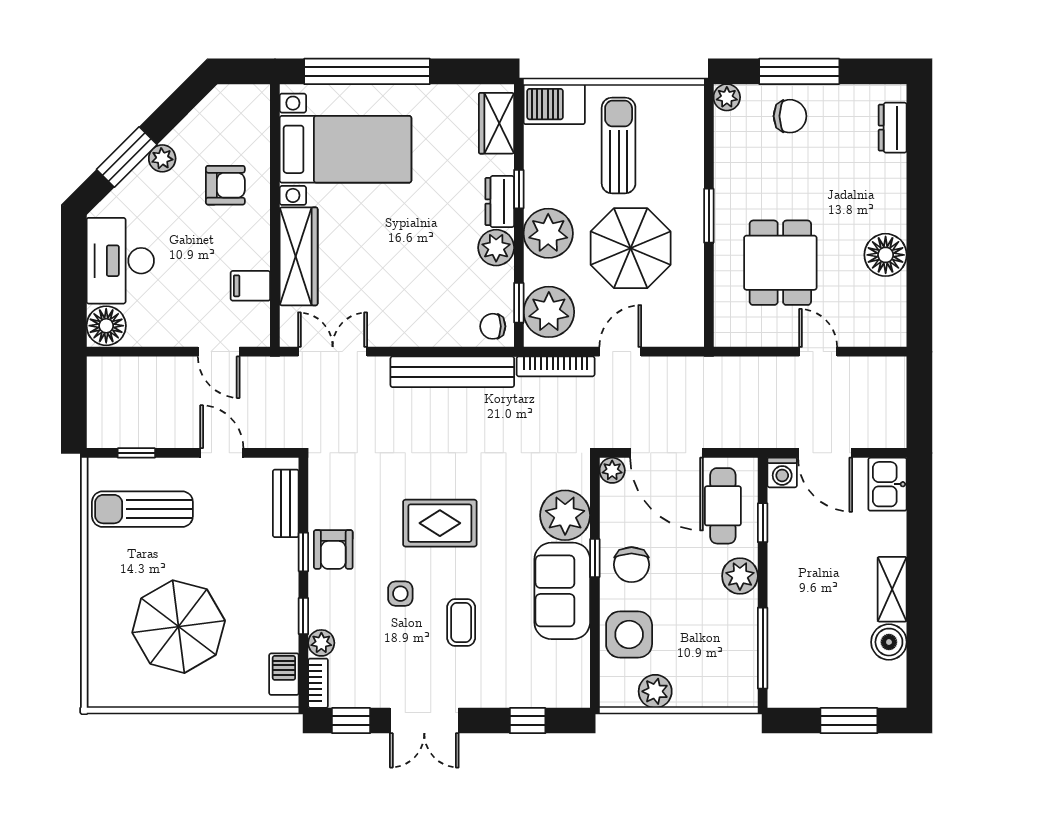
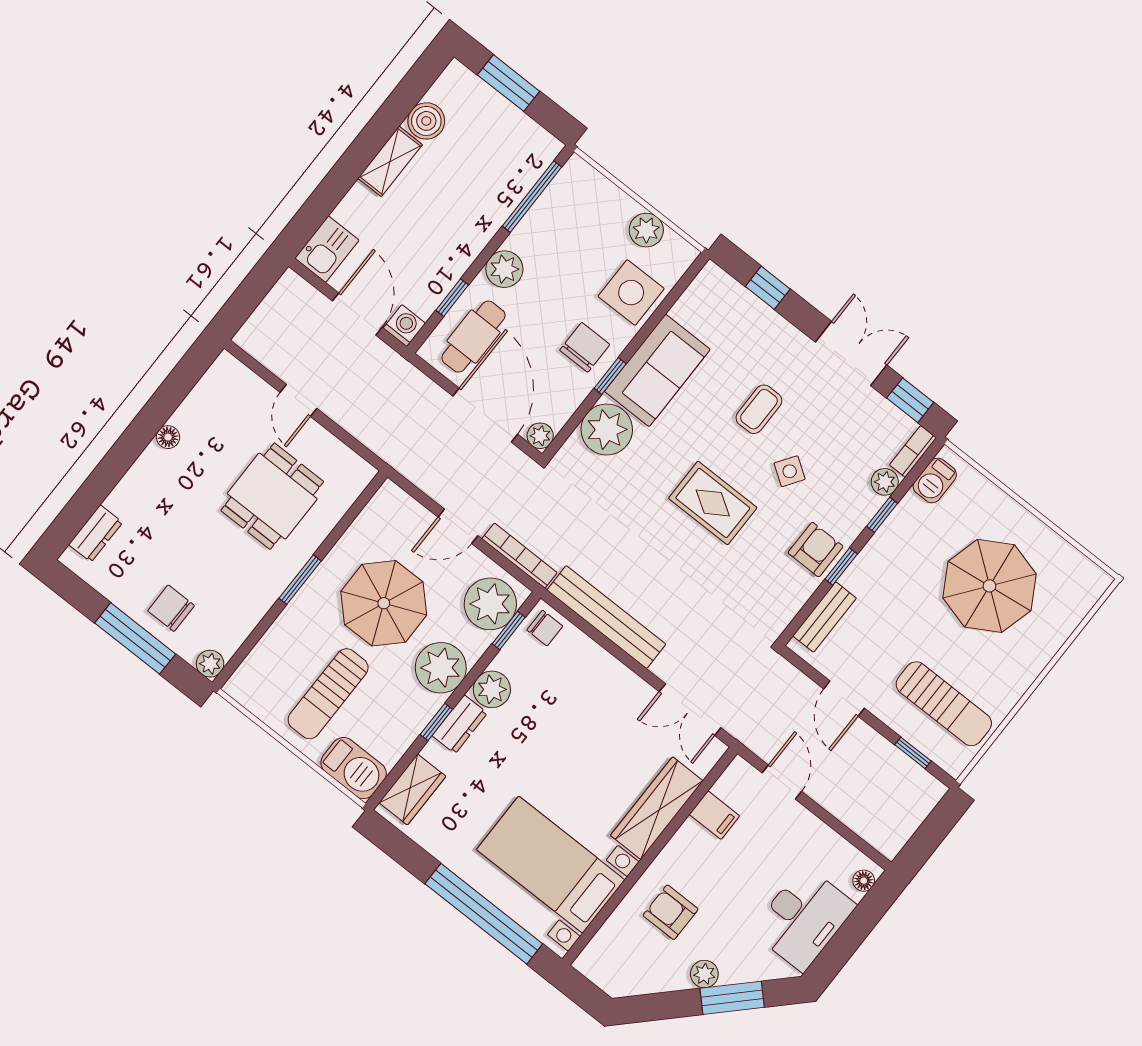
floor lamp: (886, 255) -> (168, 437), width x0.53, depth x0.53
floor lamp: (106, 326) -> (864, 881), width x0.53, depth x0.53
side table: (400, 594) -> (790, 471), turned 34

